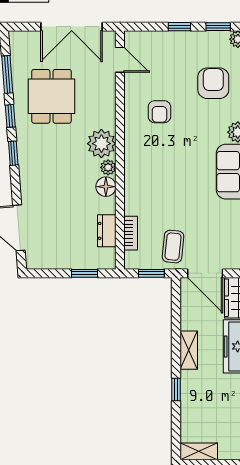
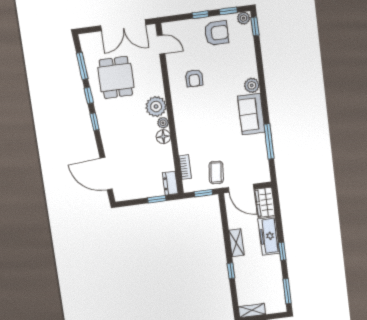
armchair: (213, 83) -> (217, 33), moved, turned 90
dresser: (107, 231) -> (170, 183), moved

